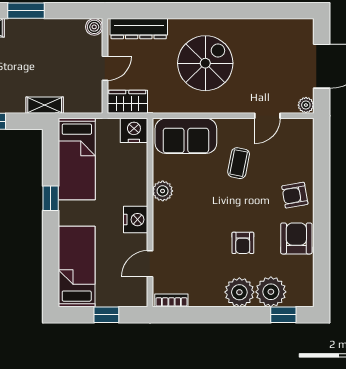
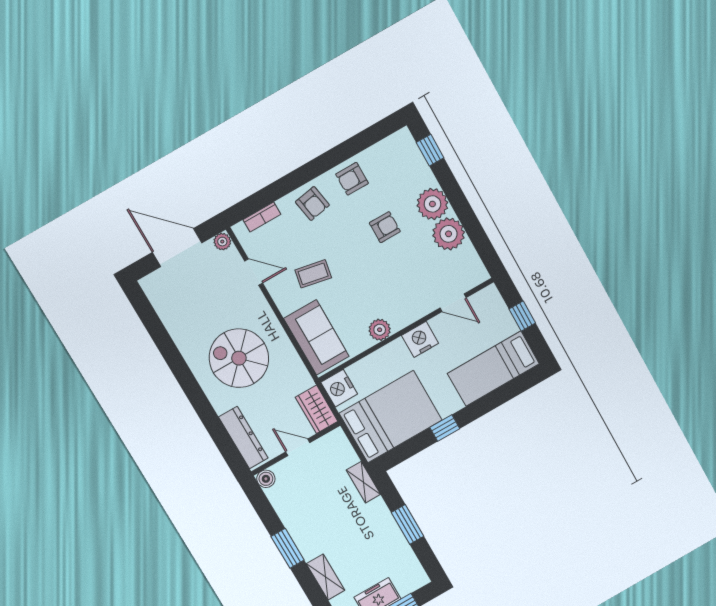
bed: (77, 159) -> (391, 417), width x1.50
armchair: (296, 238) -> (352, 179), width x0.72, depth x0.72
plant: (271, 292) -> (449, 234), moved
bookcase: (171, 300) -> (262, 217), moved, turned -90

